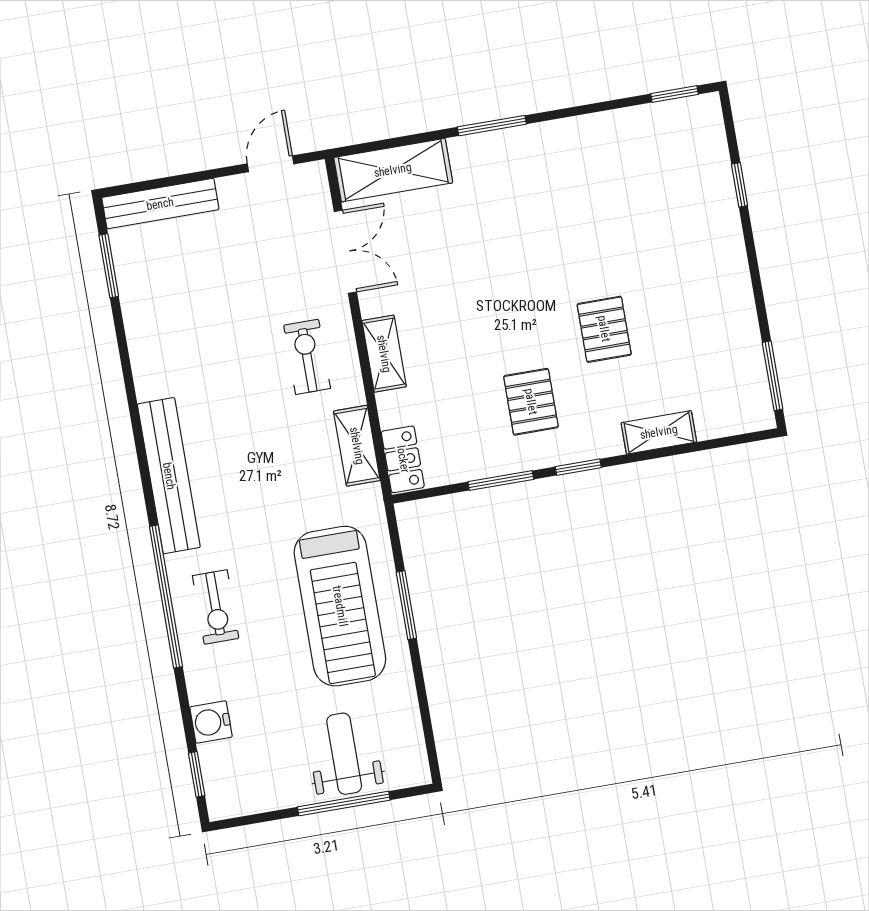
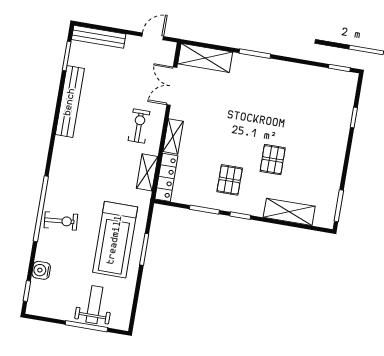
double door: (345, 252) -> (172, 86), swing flipped
shelving: (659, 432) -> (289, 212), width x1.50, depth x1.33
locker: (403, 459) -> (166, 177), width x1.53
bench: (169, 476) -> (70, 102), moved
exercise bike: (216, 607) -> (61, 221), turned -95

